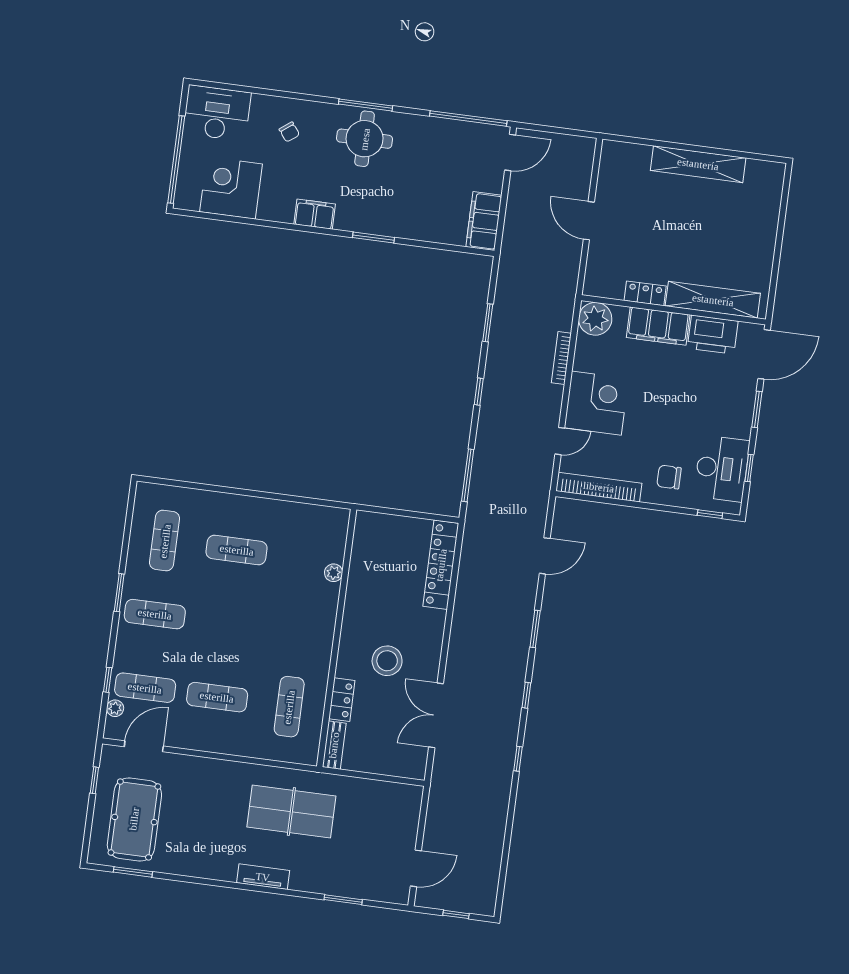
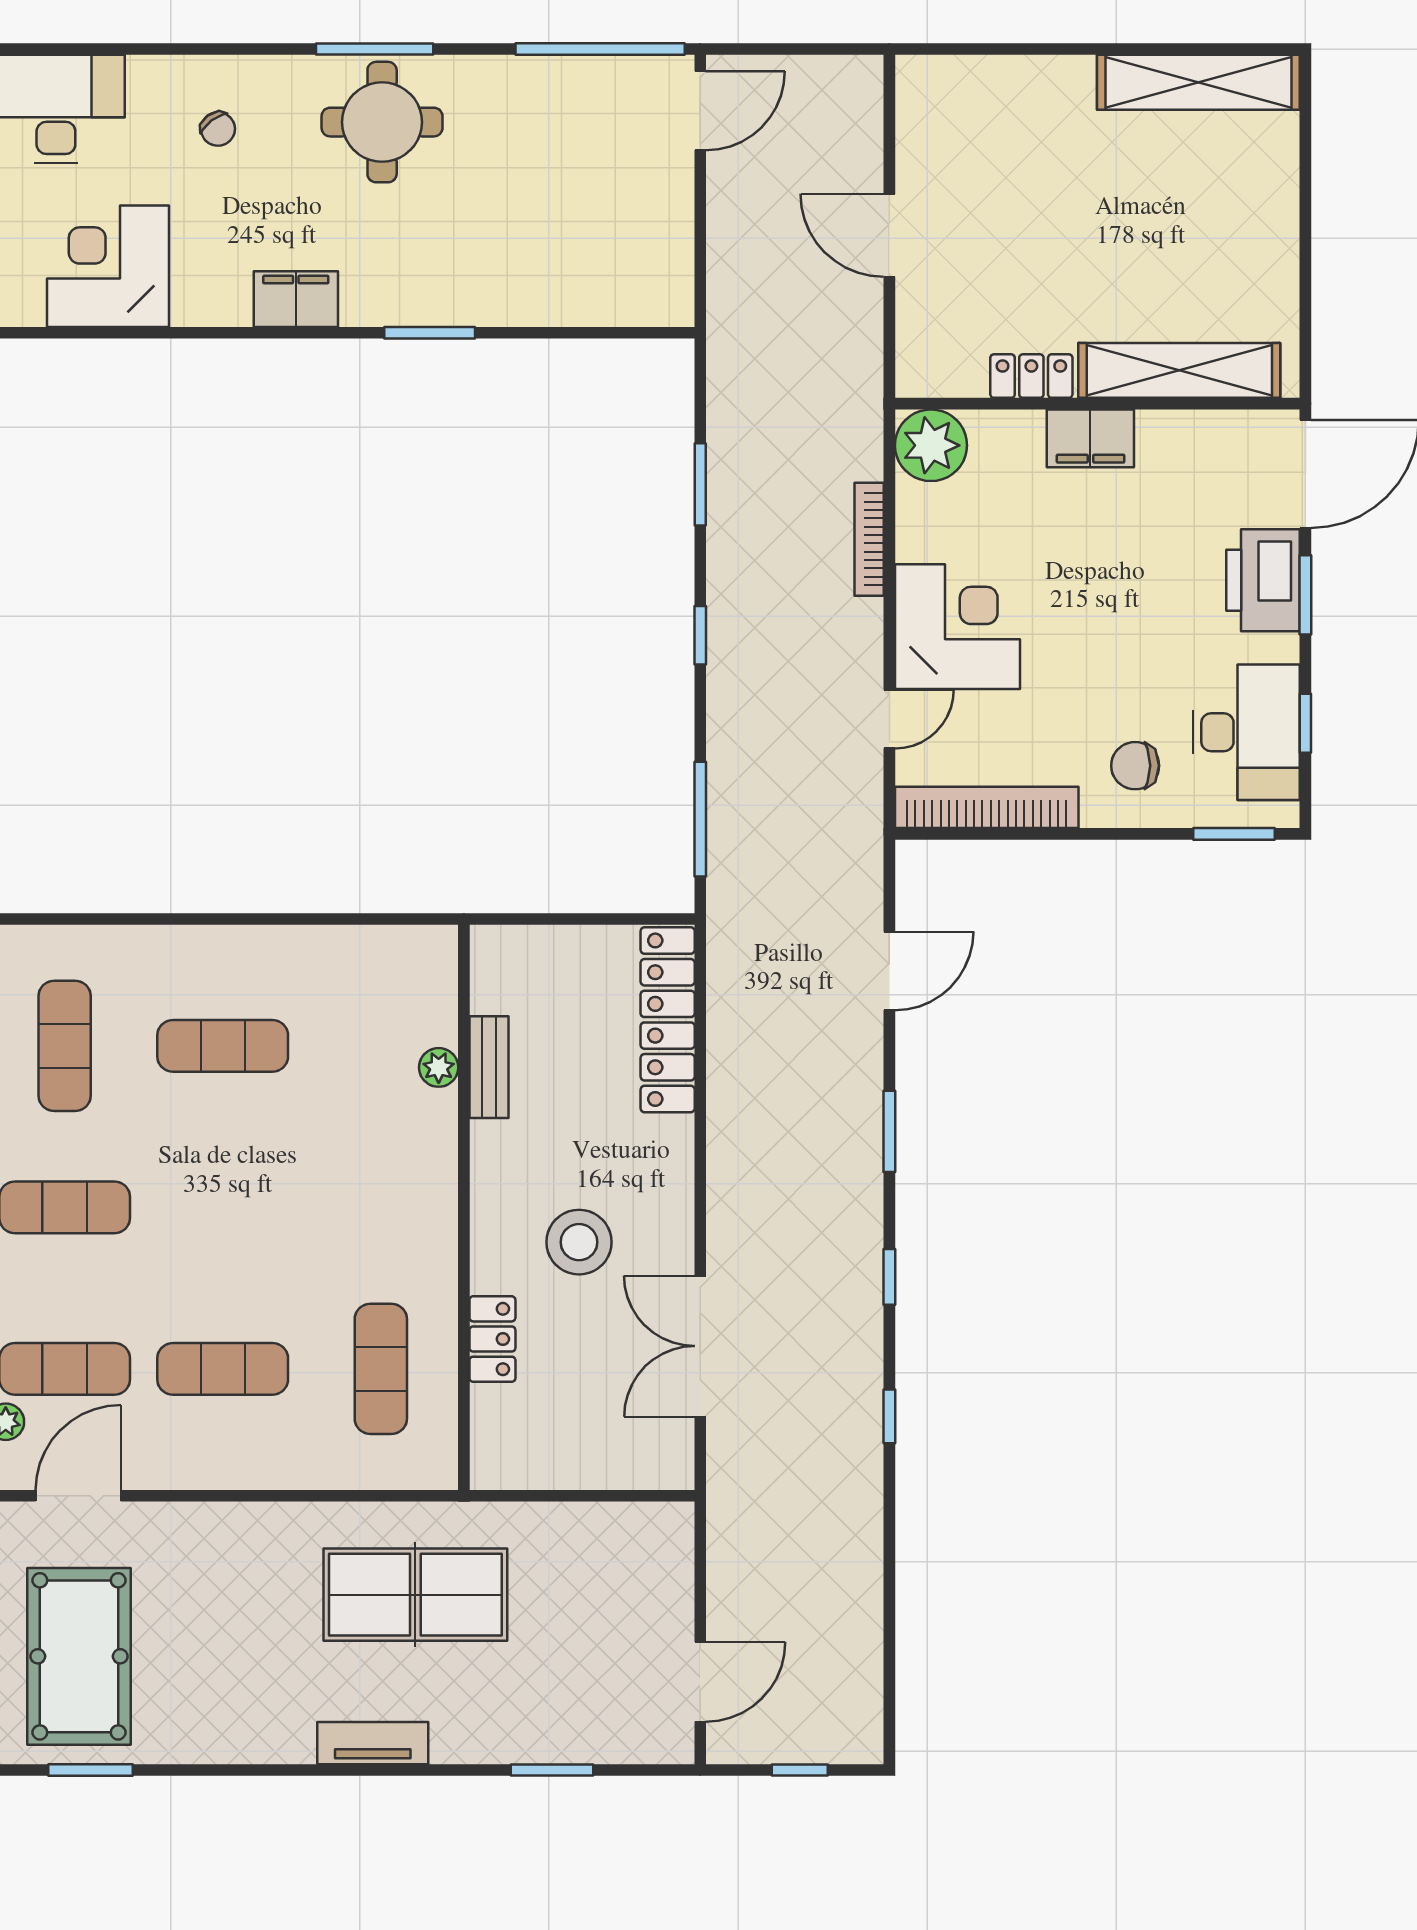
shelving: (698, 164) -> (1198, 82), moved
filing cabinet: (484, 221) -> (663, 266), removed
filing cabinet: (658, 326) -> (1090, 438), width x0.67, depth x0.86
printer: (713, 335) -> (1263, 580), moved, turned 90
window: (710, 514) -> (1234, 834), width x1.50
bench: (334, 745) -> (489, 1067), moved

